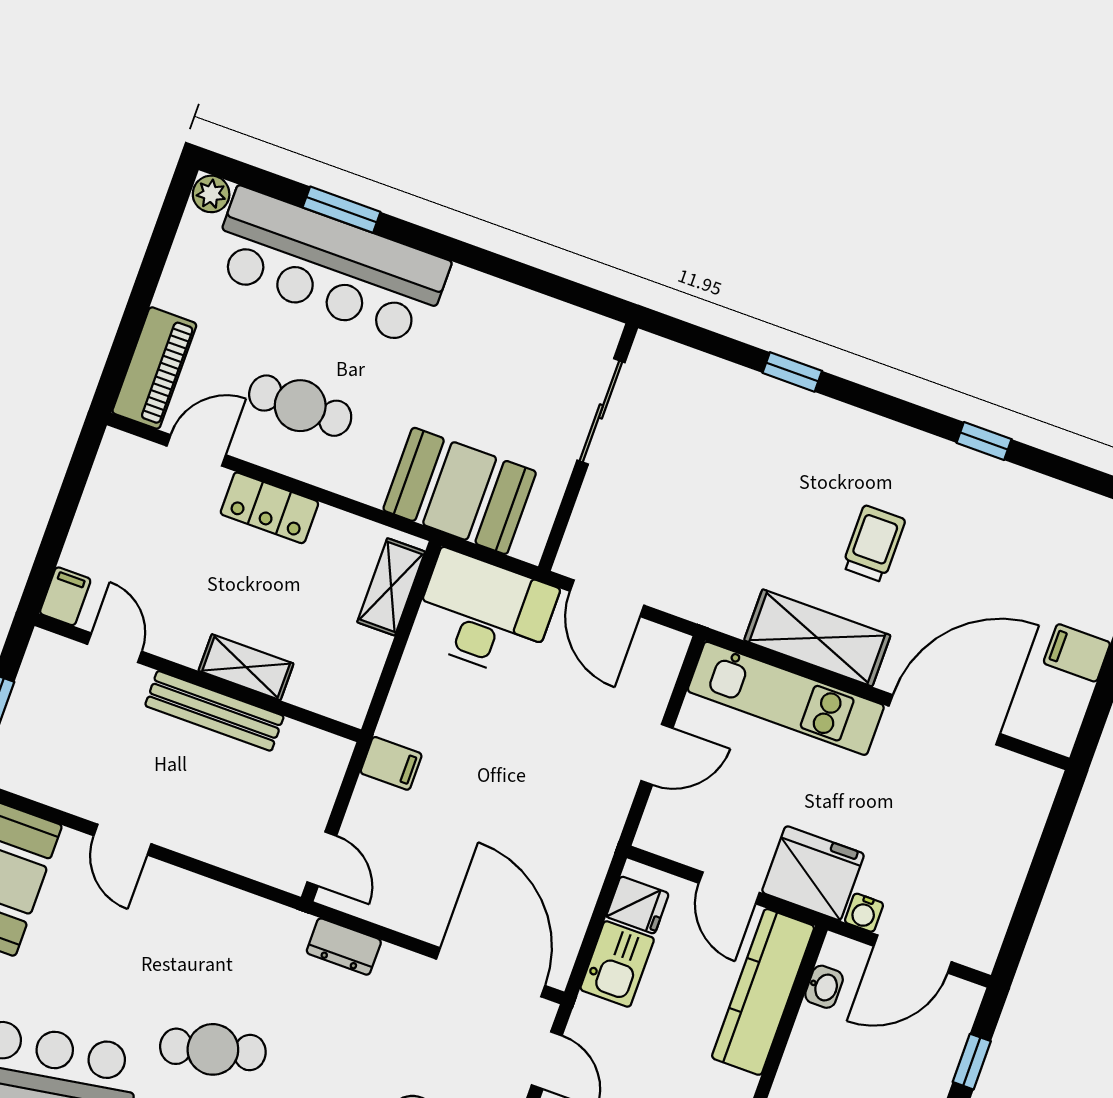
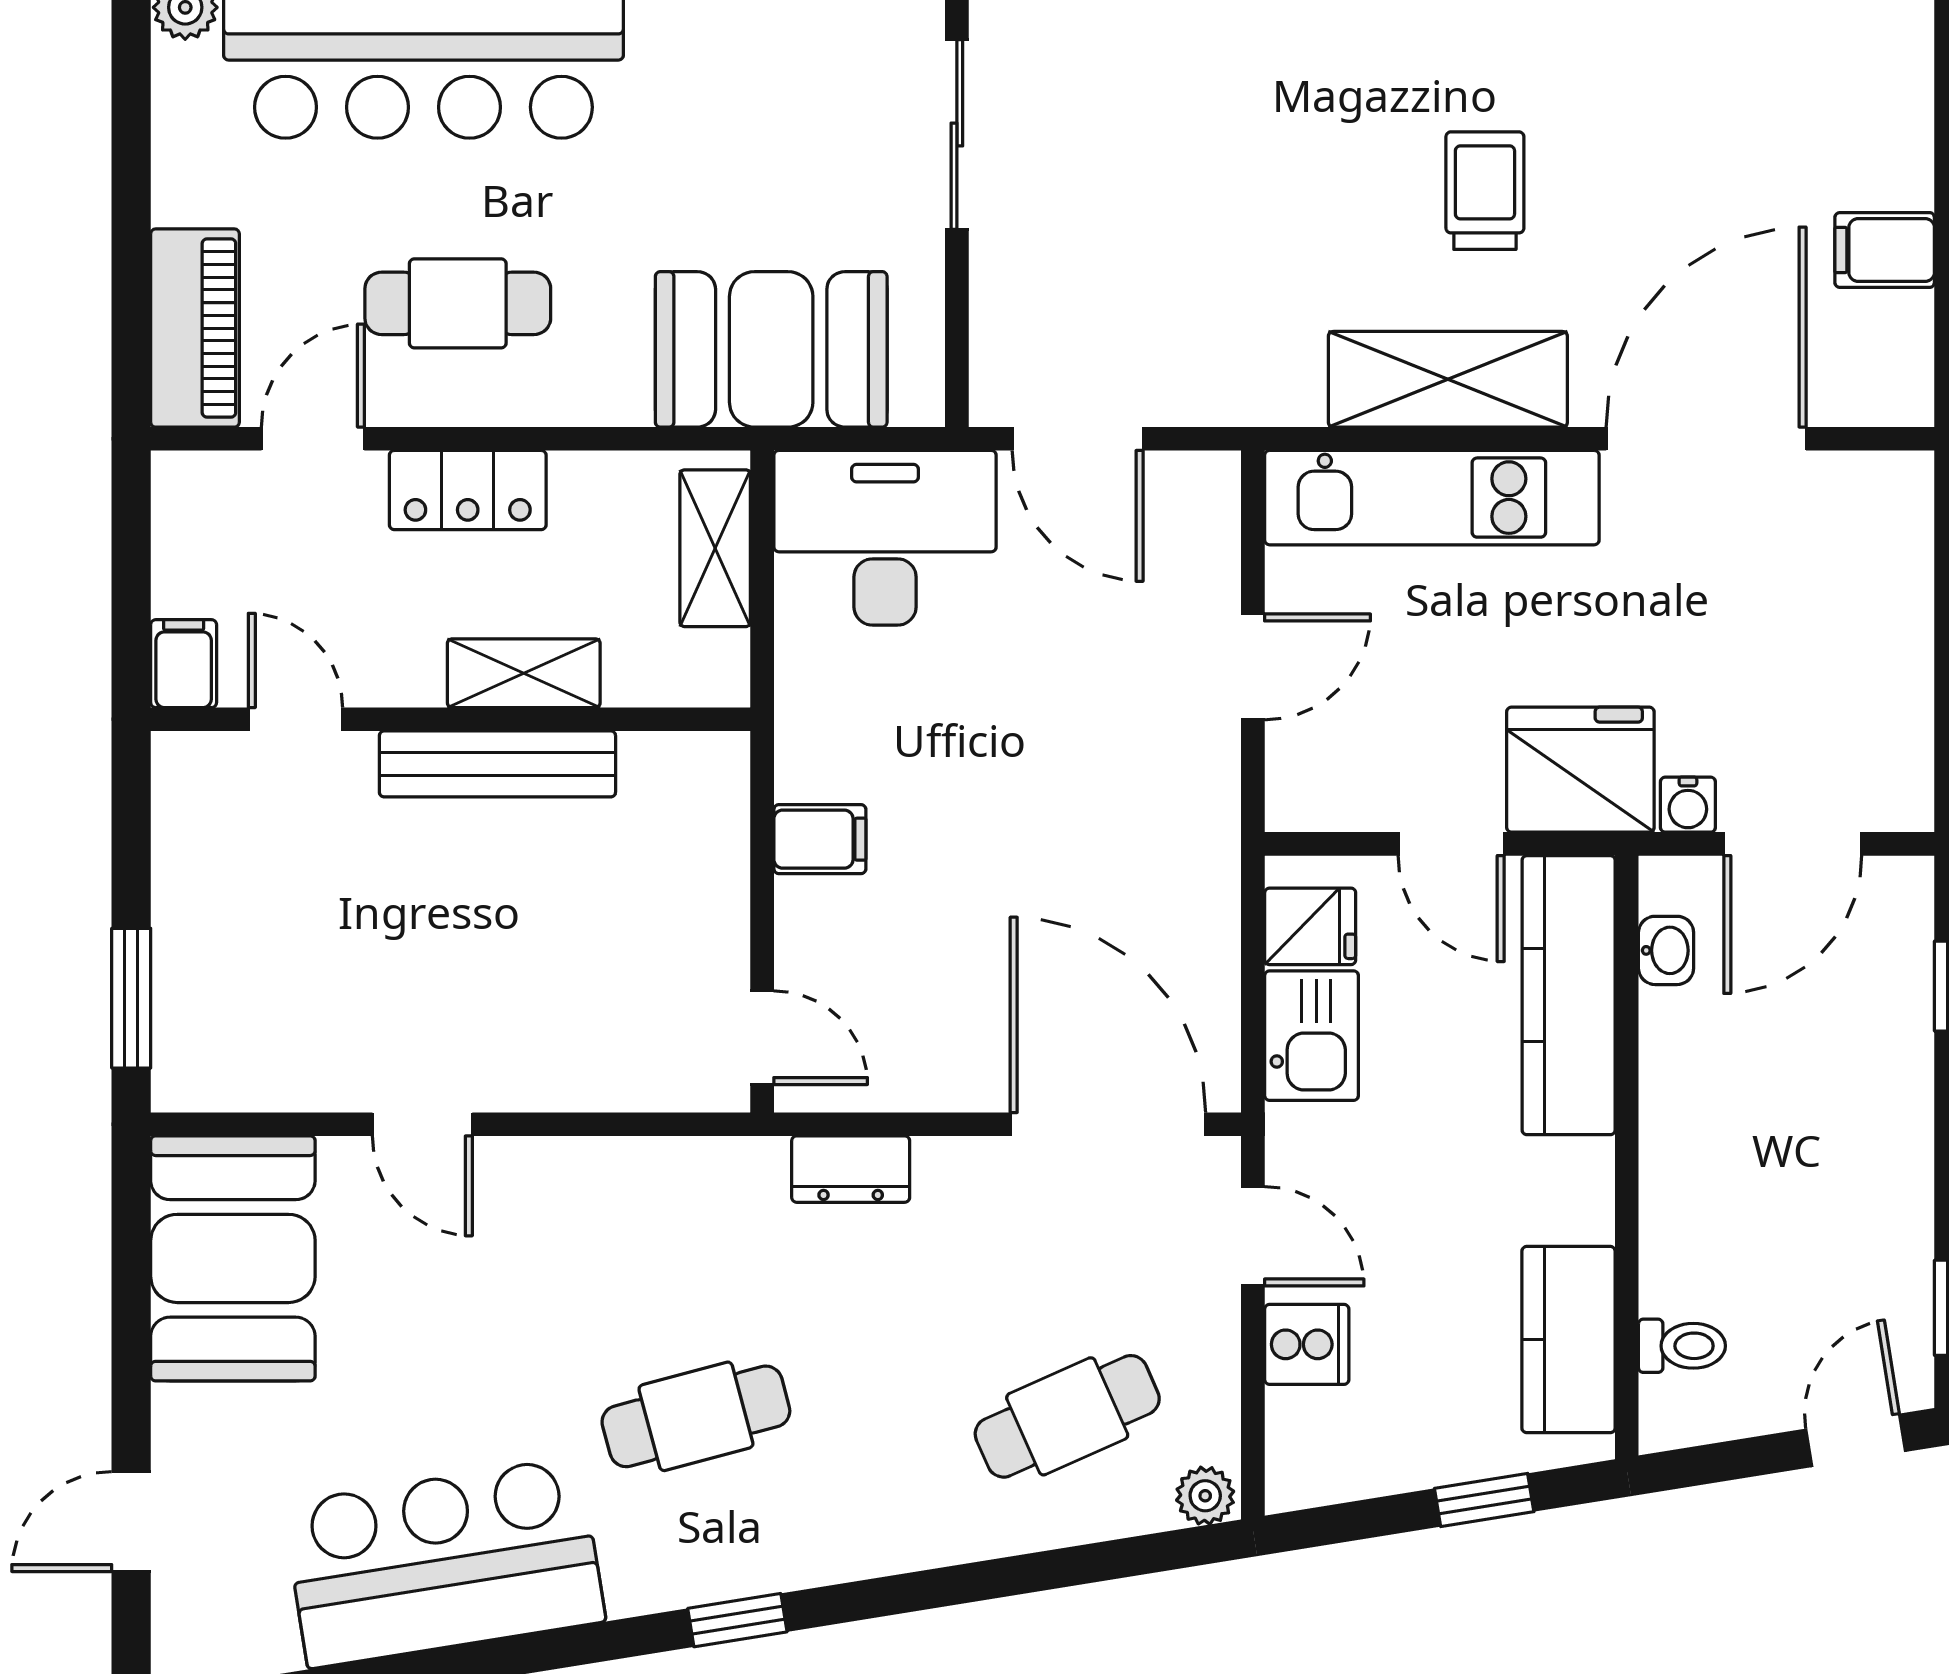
filing cabinet: (65, 596) -> (184, 664), moved
door: (115, 648) -> (295, 719), moved
shelving: (246, 667) -> (524, 673), moved
wall: (198, 678) -> (451, 719), moved
bench: (214, 711) -> (497, 764), moved

